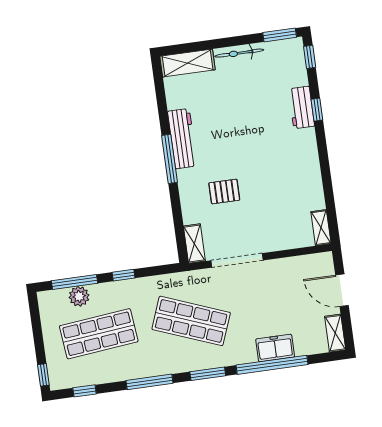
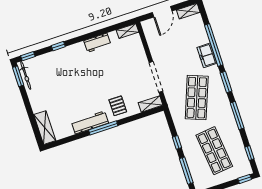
bicycle: (239, 53) -> (26, 75), moved
workbench: (301, 108) -> (97, 43), moved
pallet: (224, 192) -> (118, 106), moved
plant: (79, 296) -> (194, 166), removed
freezer: (275, 348) -> (207, 55), moved

